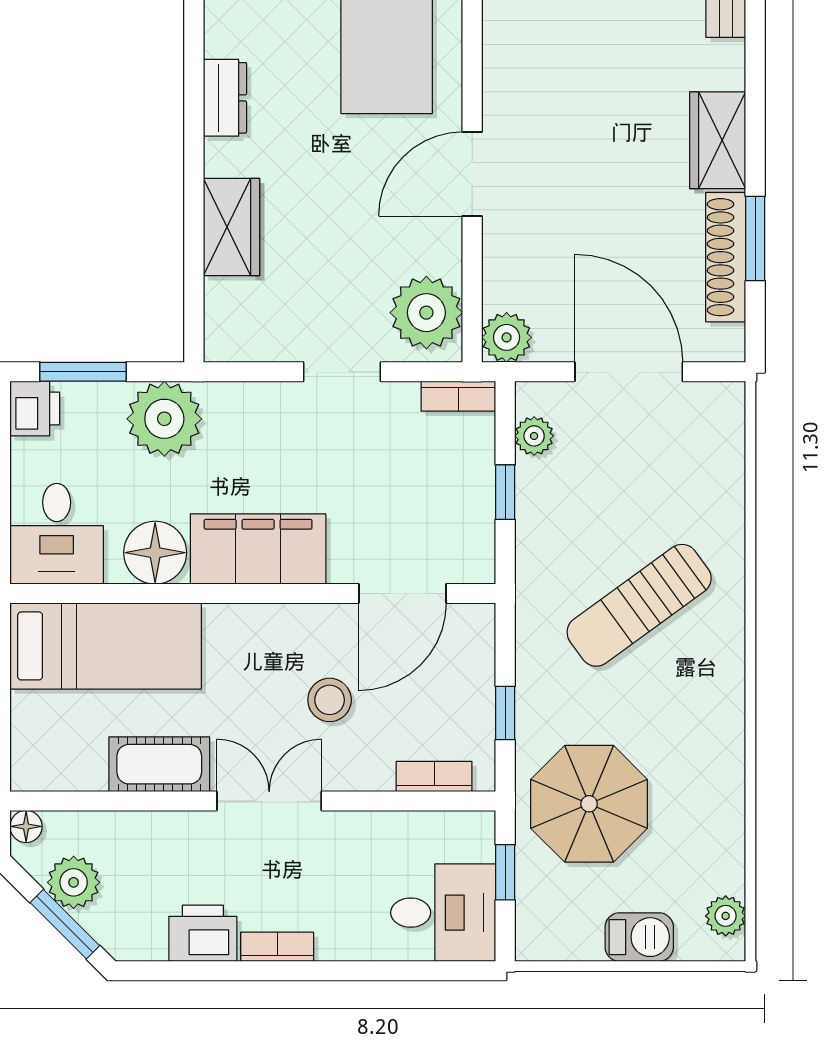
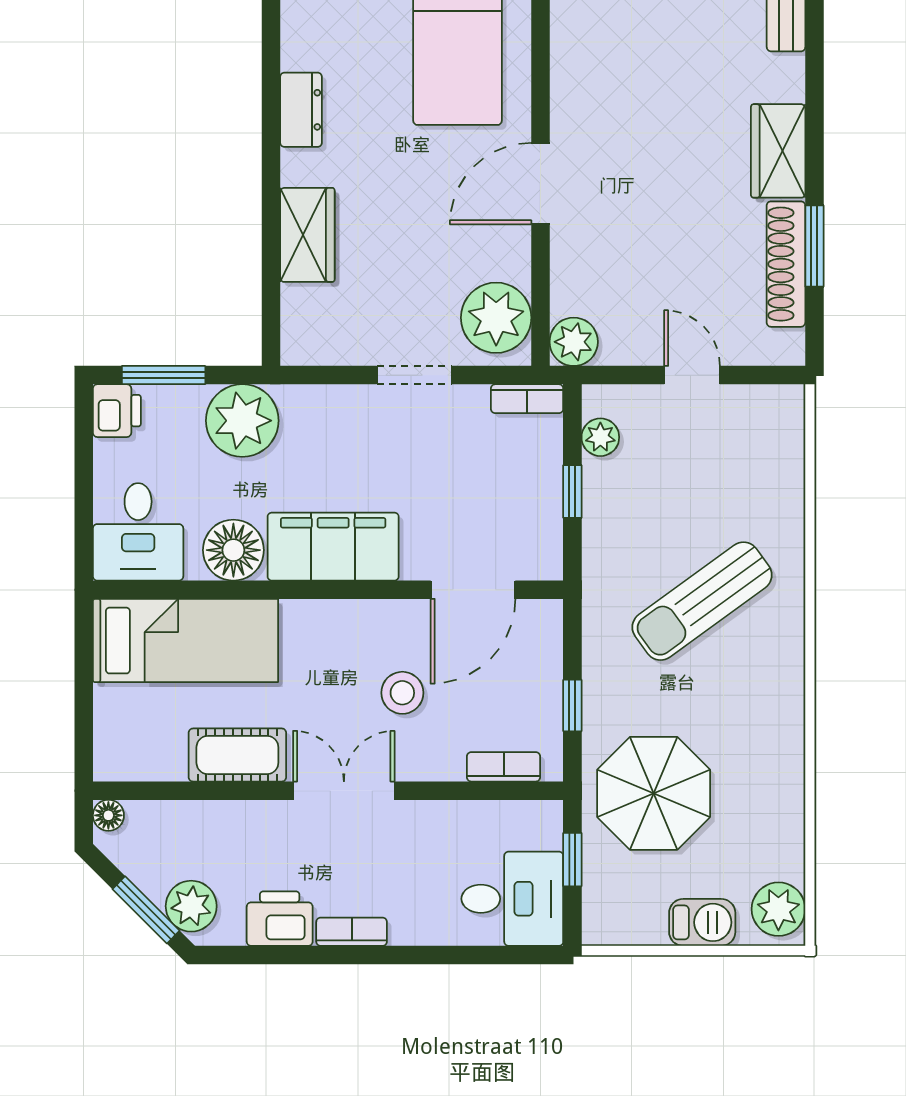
door: (629, 372) -> (692, 375), width x0.53
plant: (74, 882) -> (191, 906), moved
plant: (726, 916) -> (778, 909), width x1.38, depth x1.38

